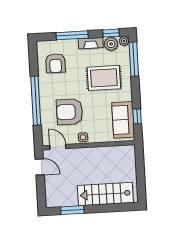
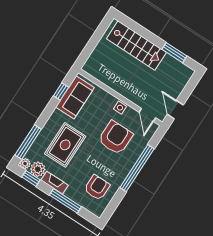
rug: (104, 78) -> (65, 145), turned 90
armchair: (70, 112) -> (115, 138), turned -90

